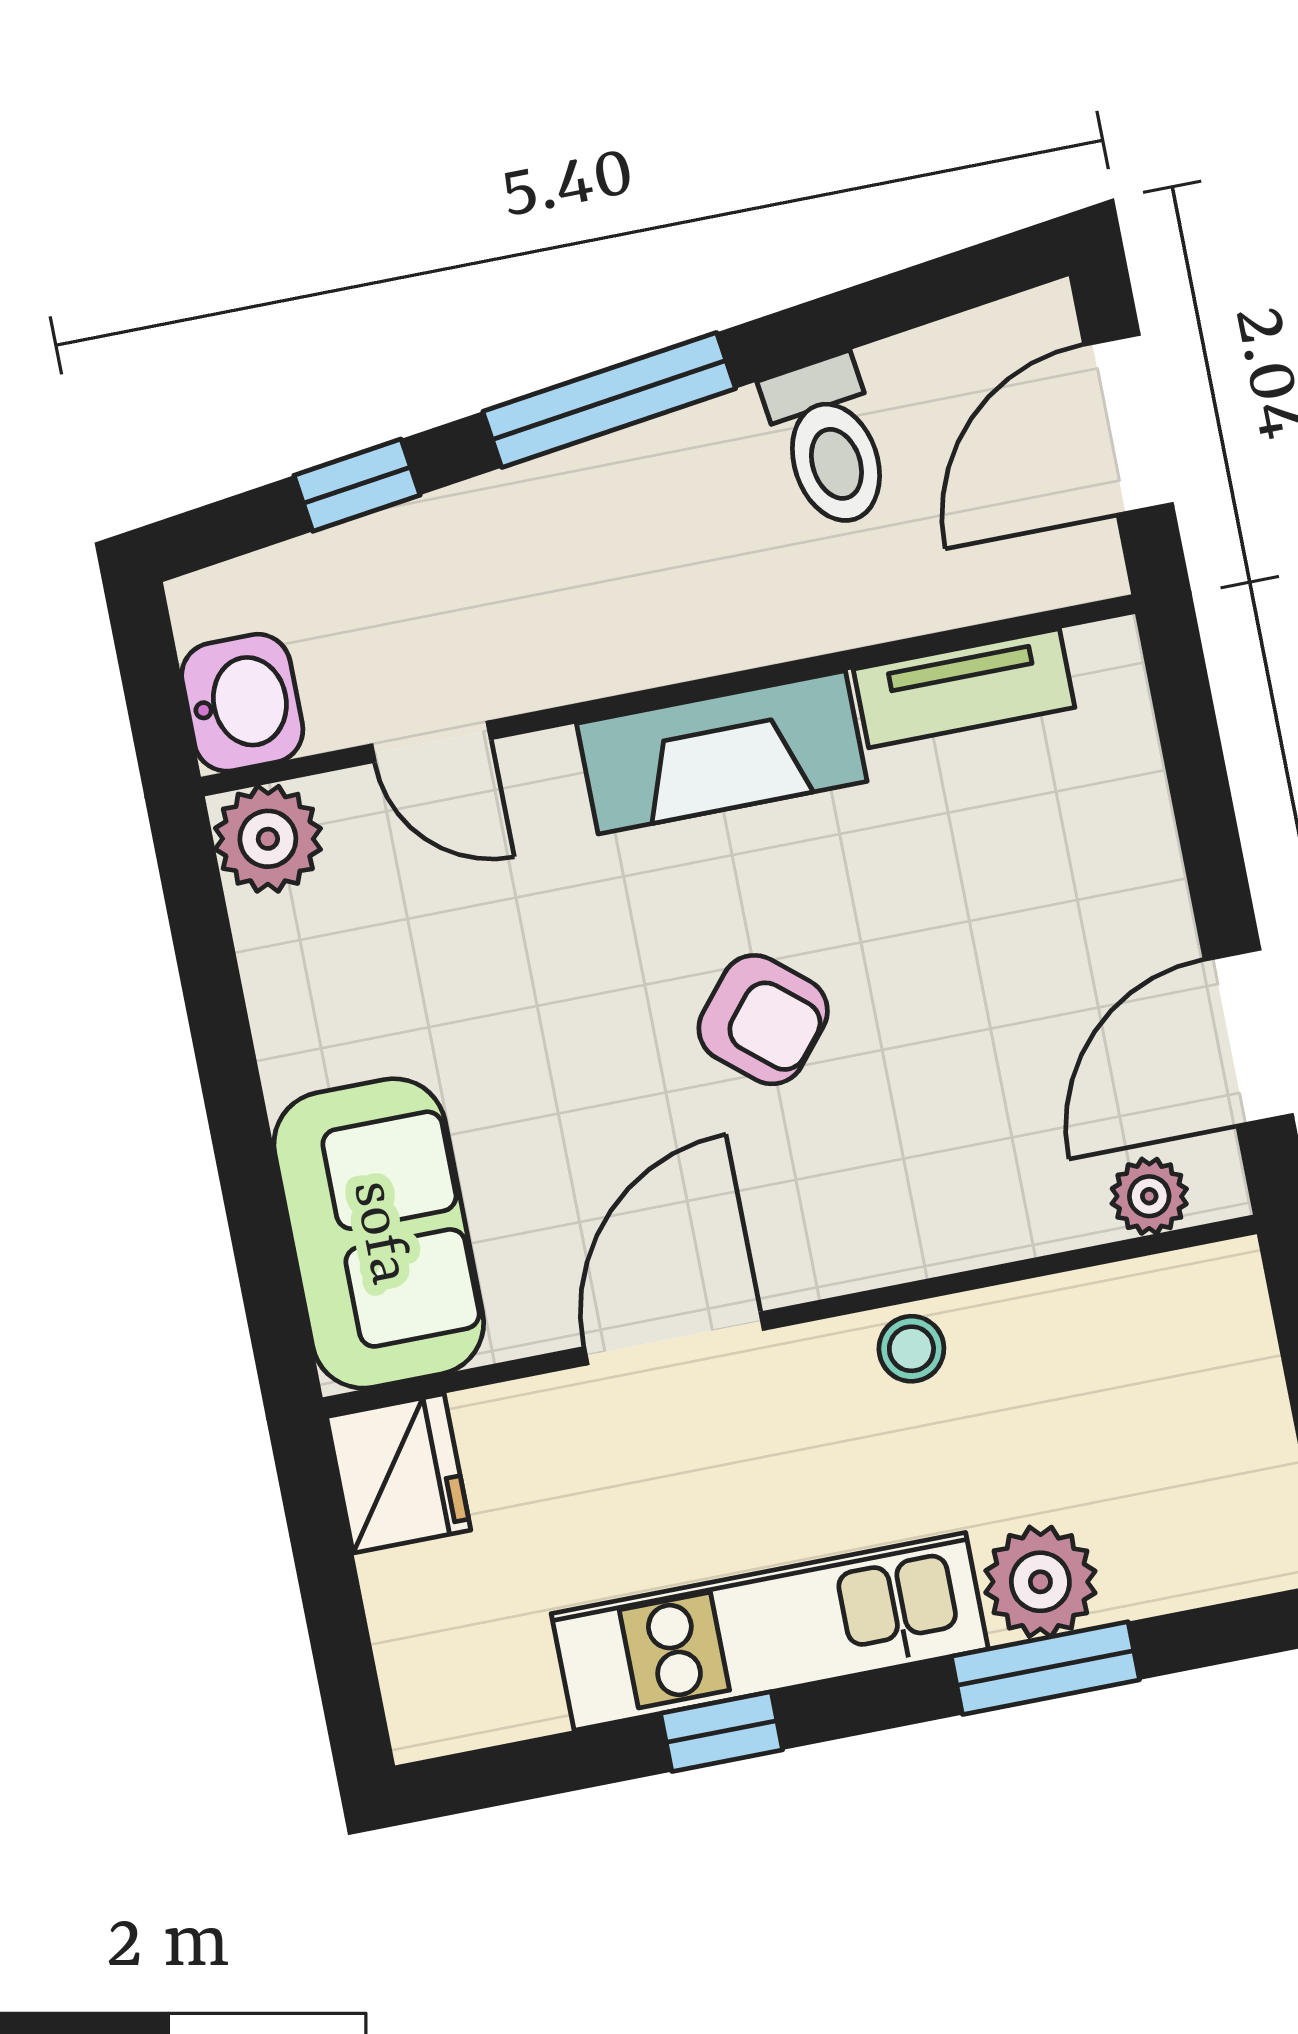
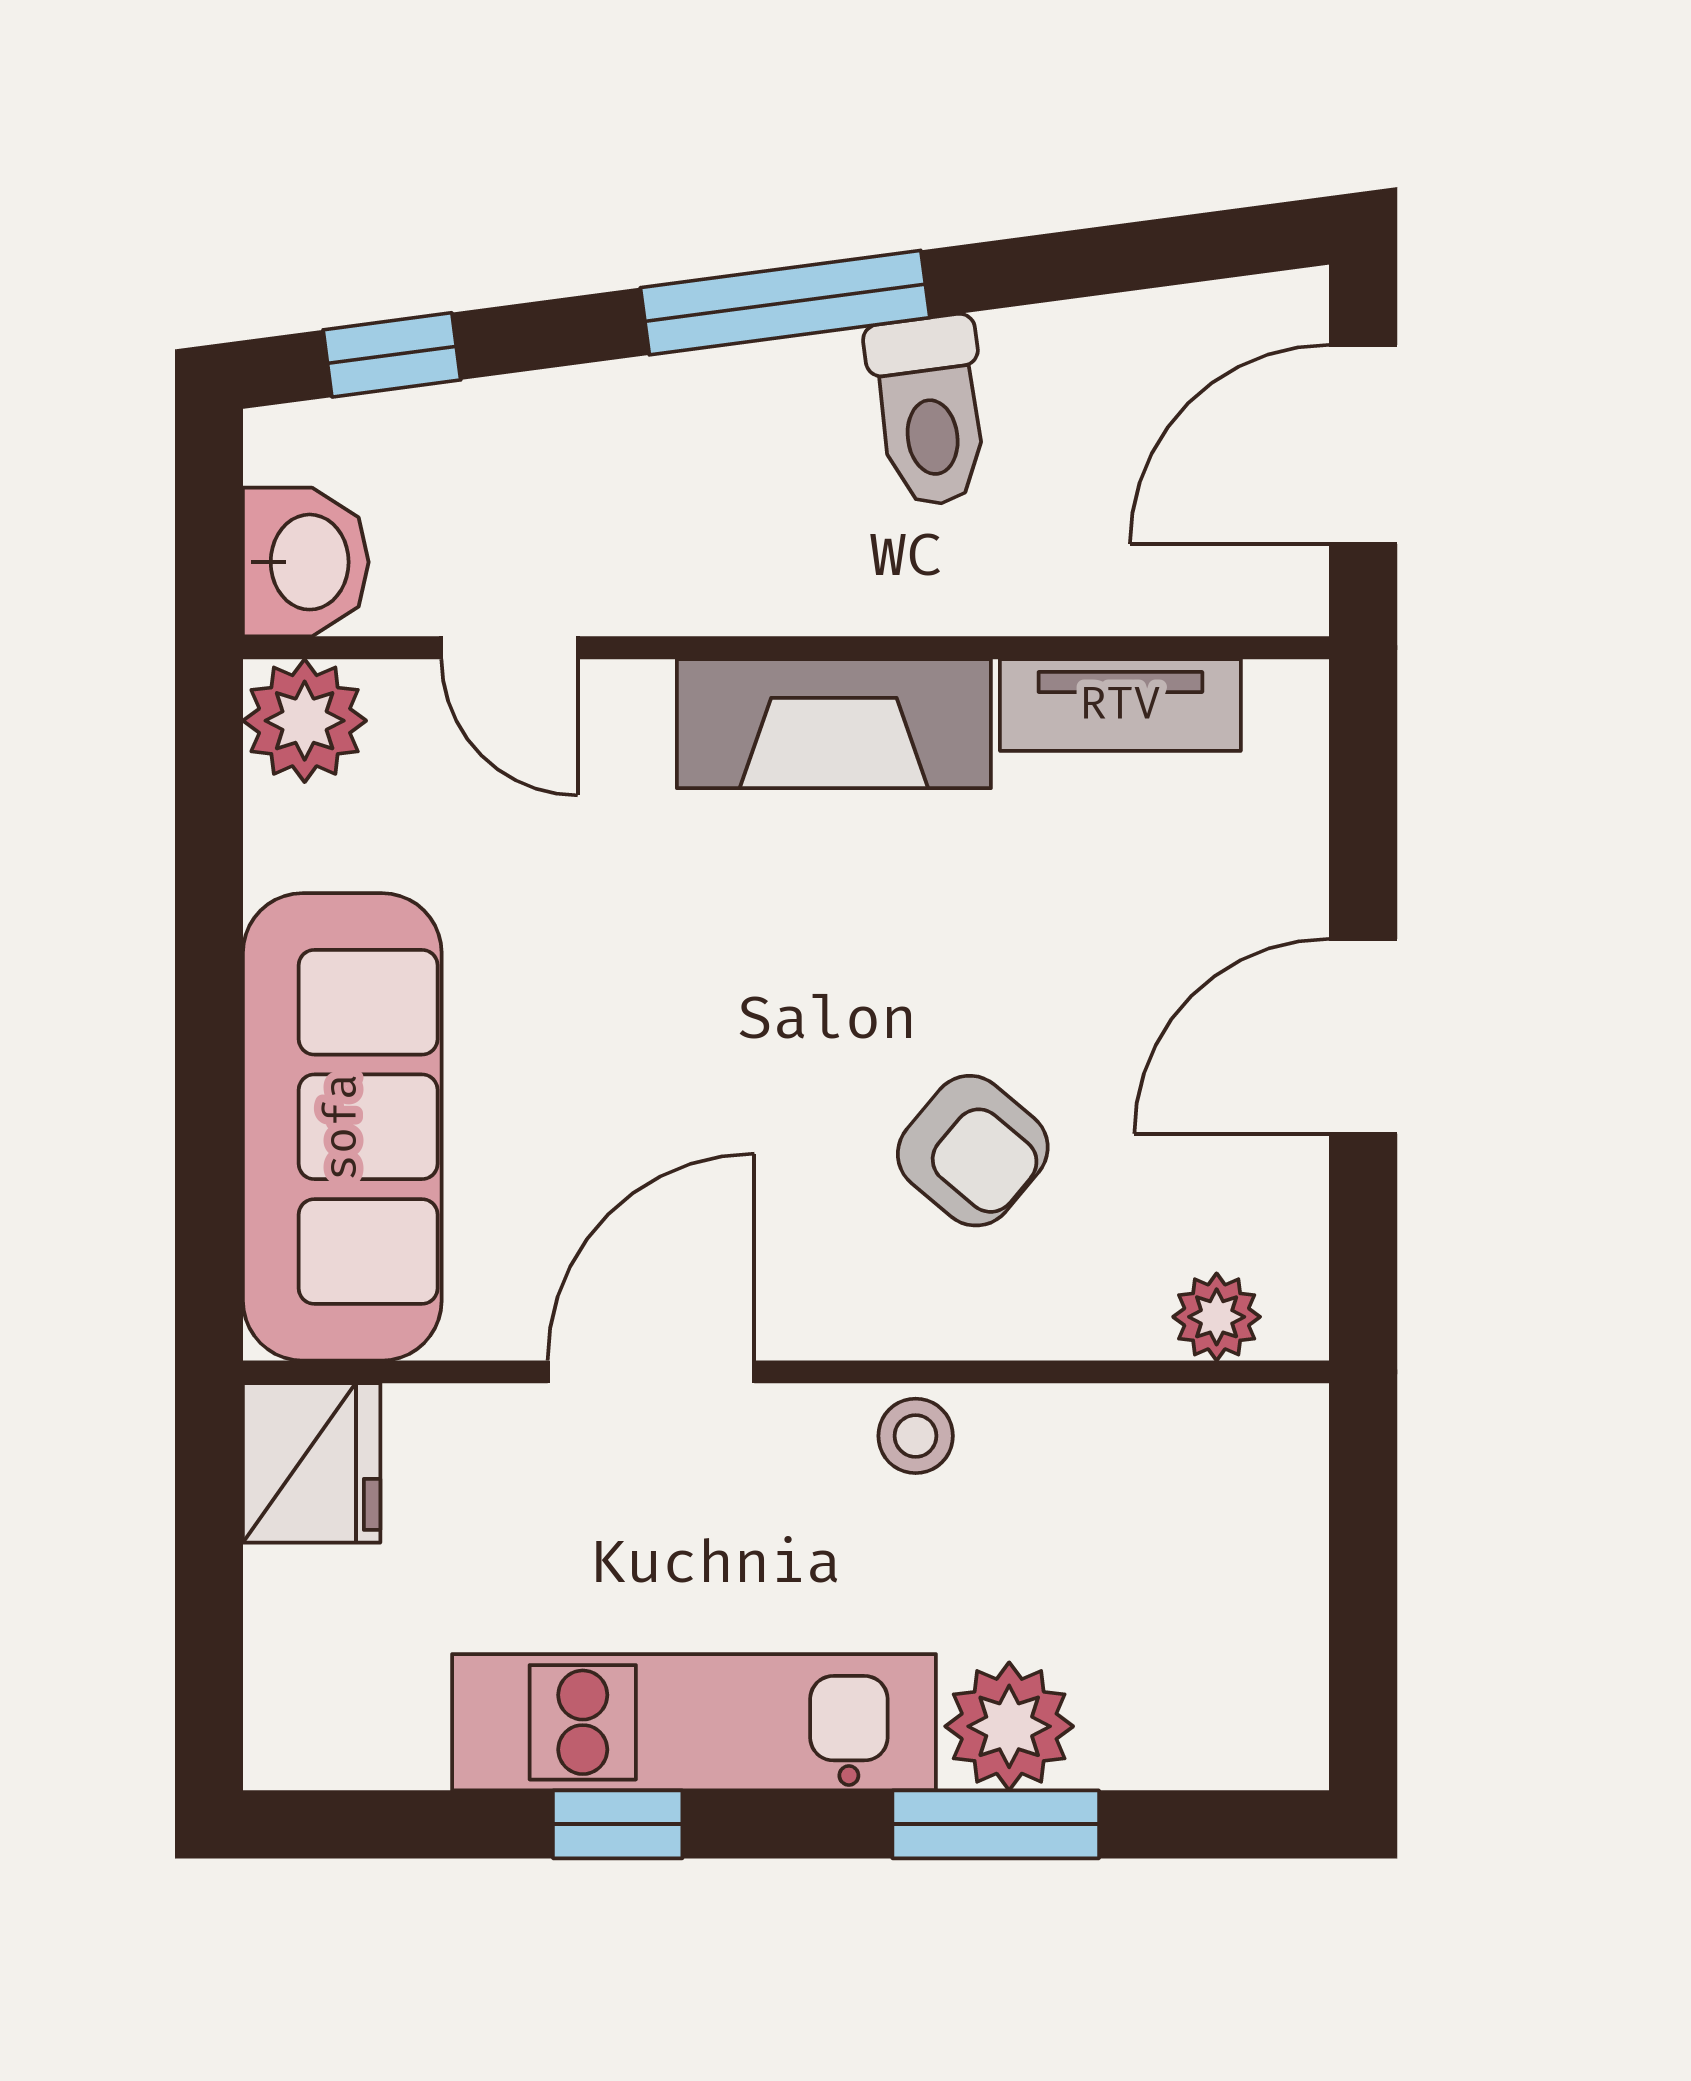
toilet: (829, 442) -> (929, 411), moved
window: (357, 485) -> (392, 355), moved
armchair: (763, 1020) -> (973, 1151), moved
door: (1248, 1037) -> (1363, 1036), moved
sofa: (379, 1233) -> (342, 1127), width x1.36

